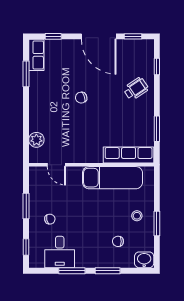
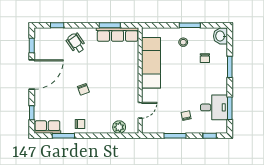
chair: (40, 93) -> (80, 124), added
row of seats: (129, 155) -> (118, 35), moved, turned -90
window: (72, 271) -> (230, 108), moved

